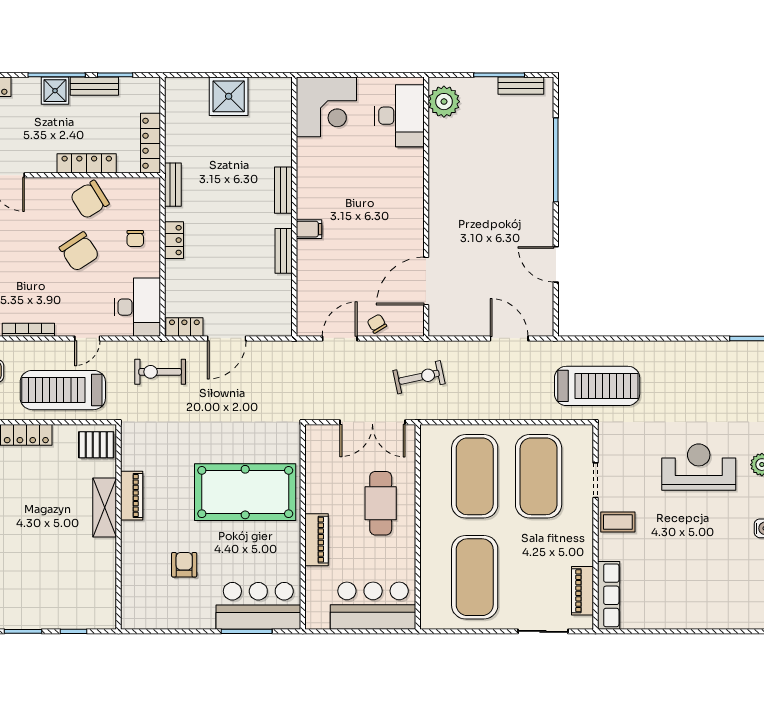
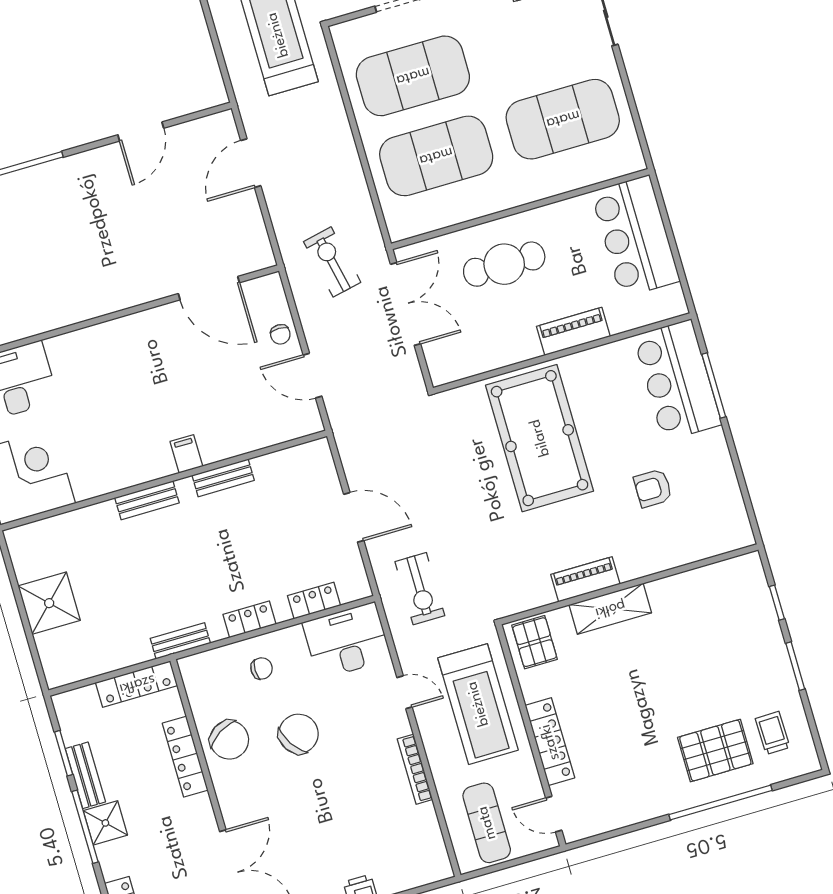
chair: (377, 324) -> (280, 334), turned -59
locker: (184, 327) -> (314, 601), moved, turned 90

